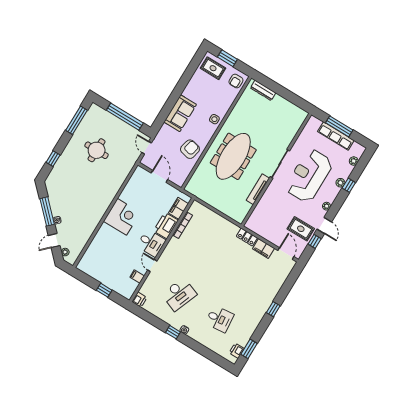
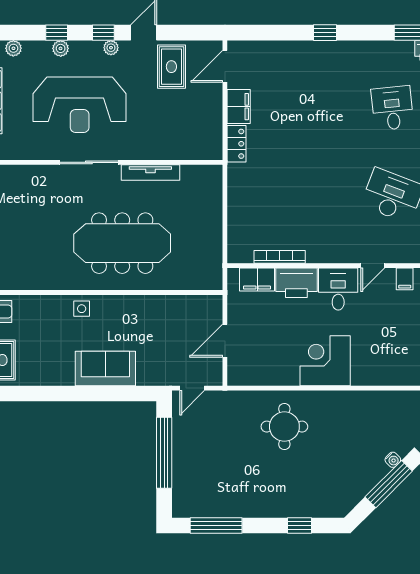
armchair: (190, 149) -> (153, 318), removed
round table: (97, 150) -> (284, 427), moved
window: (315, 241) -> (103, 33), moved

